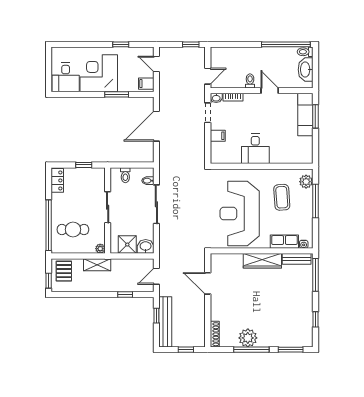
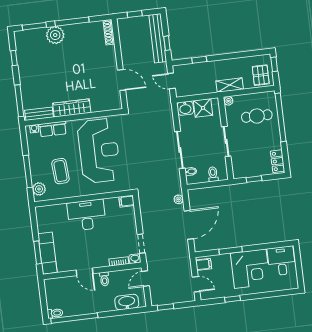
washbasin: (306, 70) -> (127, 302), moved, turned -90
filing cabinet: (218, 136) -> (126, 201), moved
desk: (255, 149) -> (87, 215), width x1.37
plant: (164, 153) -> (178, 199), added
door: (156, 276) -> (171, 81), swing flipped
plant: (248, 338) -> (55, 35), moved

